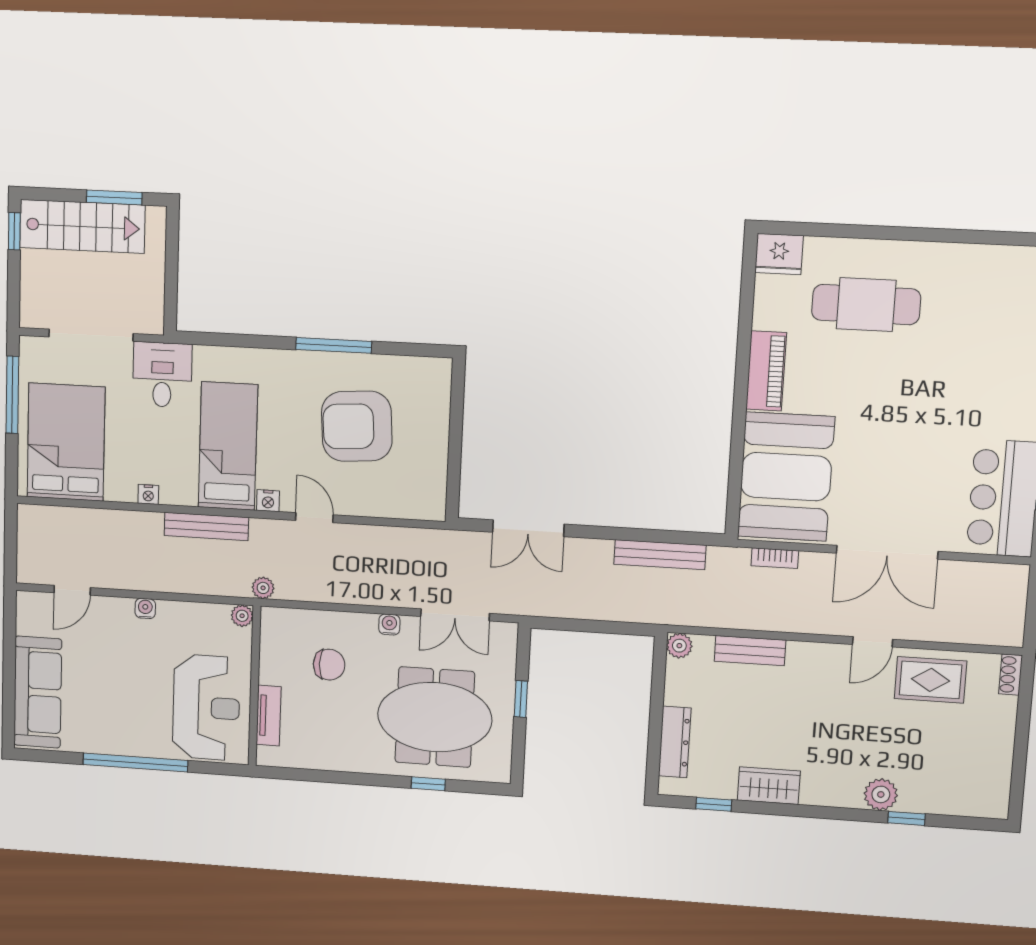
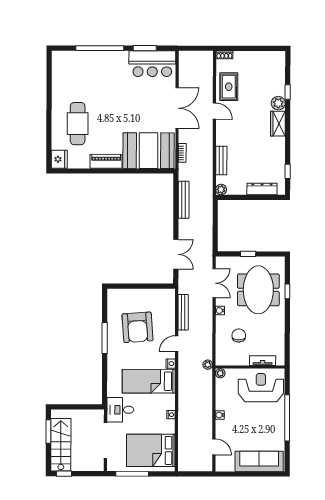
bench: (206, 526) -> (183, 312), moved
wardrobe: (769, 786) -> (278, 124), moved

